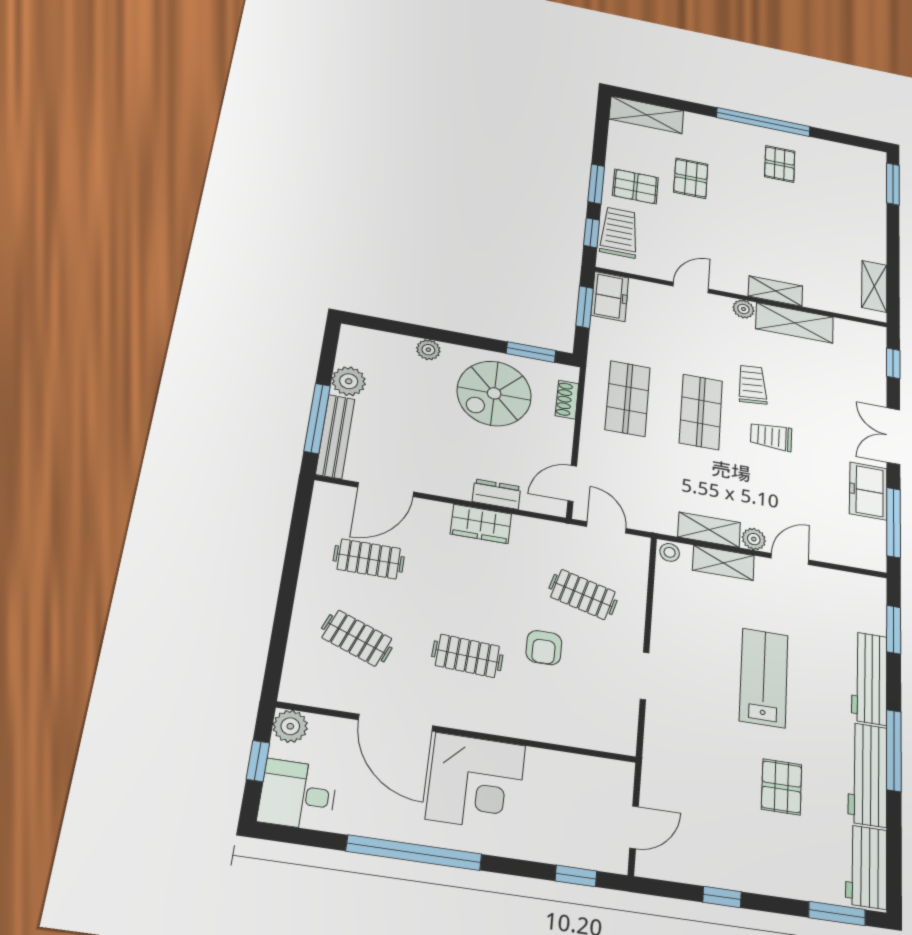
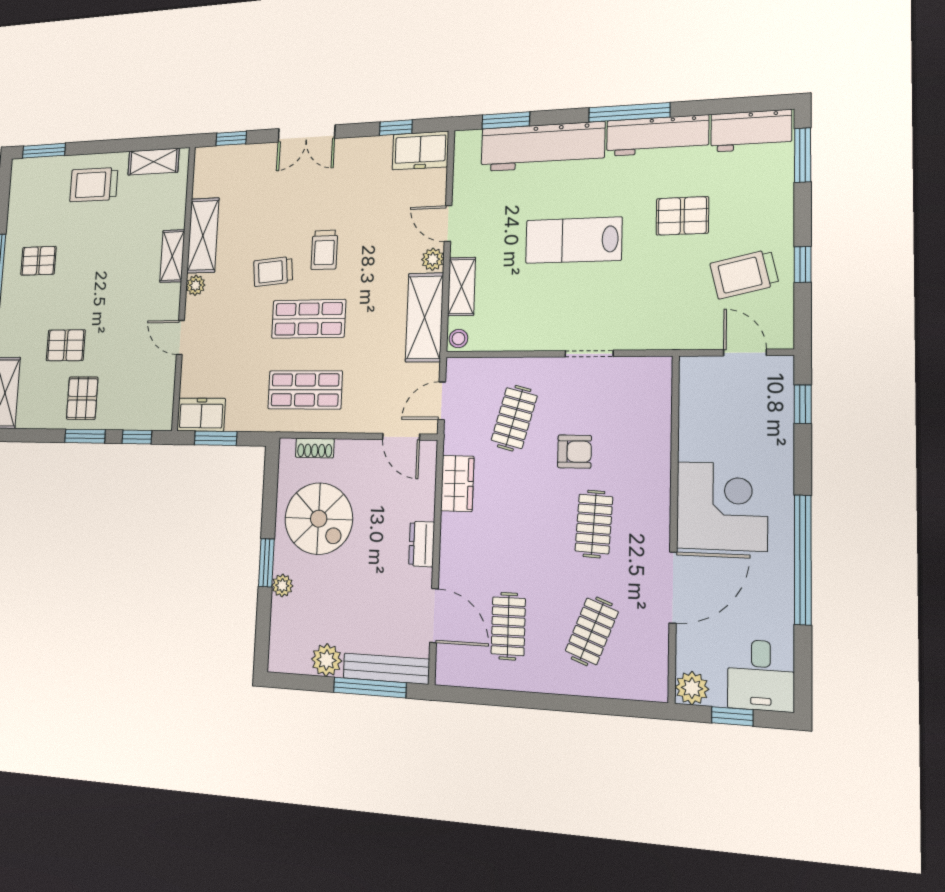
trolley: (619, 232) -> (94, 185), moved
window: (531, 352) -> (266, 563), moved
freezer: (868, 491) -> (420, 151), moved
dresser: (497, 494) -> (422, 544), moved
window: (893, 522) -> (396, 128), width x0.46
wardrobe: (481, 524) -> (457, 483), moved
shelving: (709, 530) -> (424, 317), width x1.50, depth x1.33
workbench: (869, 678) -> (542, 147), width x1.36, depth x1.32
trolley: (716, 838) -> (744, 274), added

